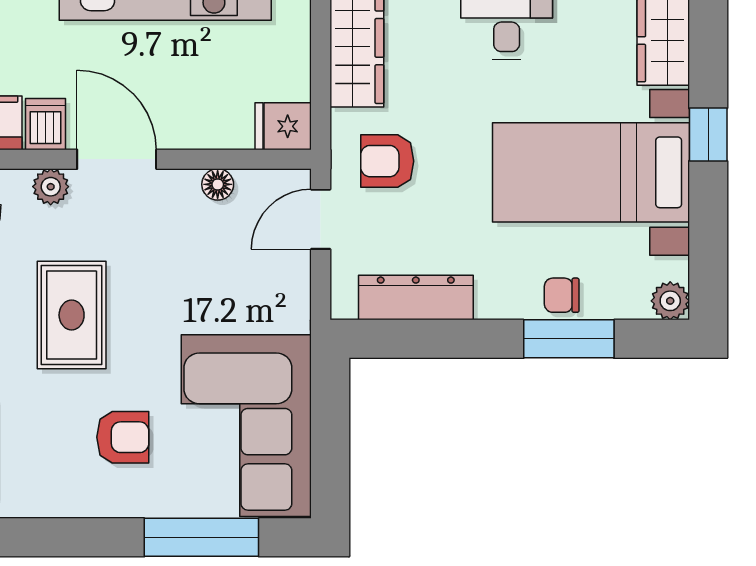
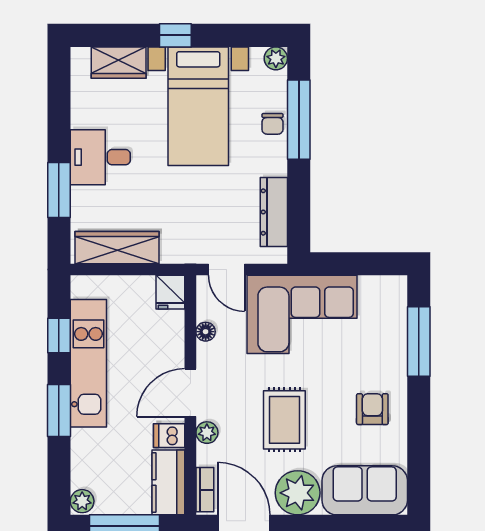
armchair: (387, 161) -> (191, 229), removed
rug: (72, 315) -> (284, 420), turned 90
window: (569, 339) -> (299, 120), width x1.44
corner sofa: (246, 426) -> (302, 314), moved
armchair: (123, 437) -> (372, 409), moved

